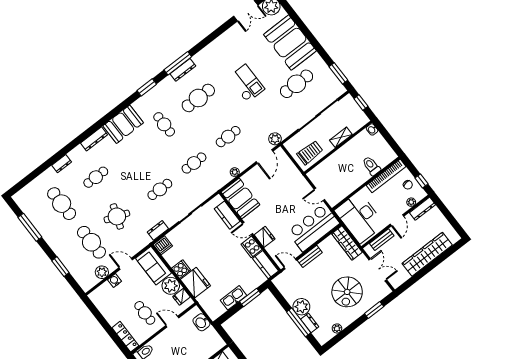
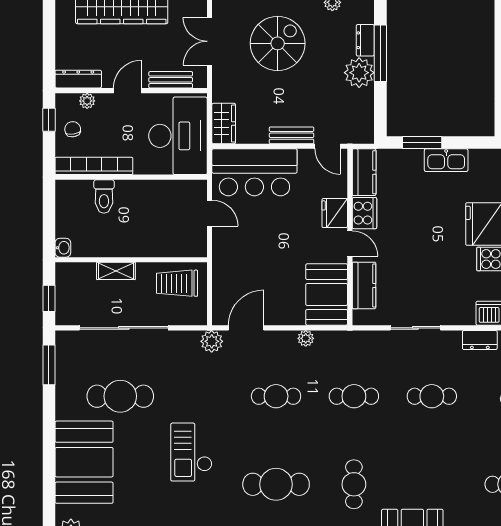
wardrobe: (347, 243) -> (224, 123), width x0.67

